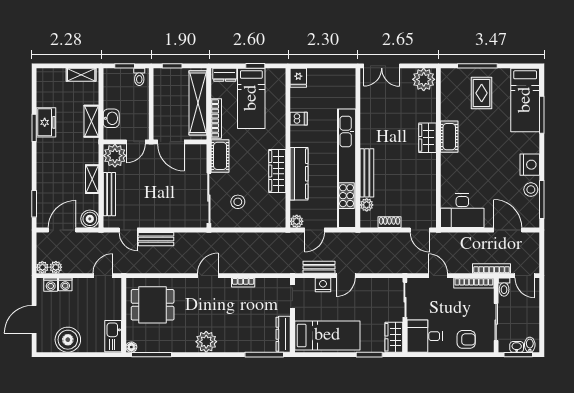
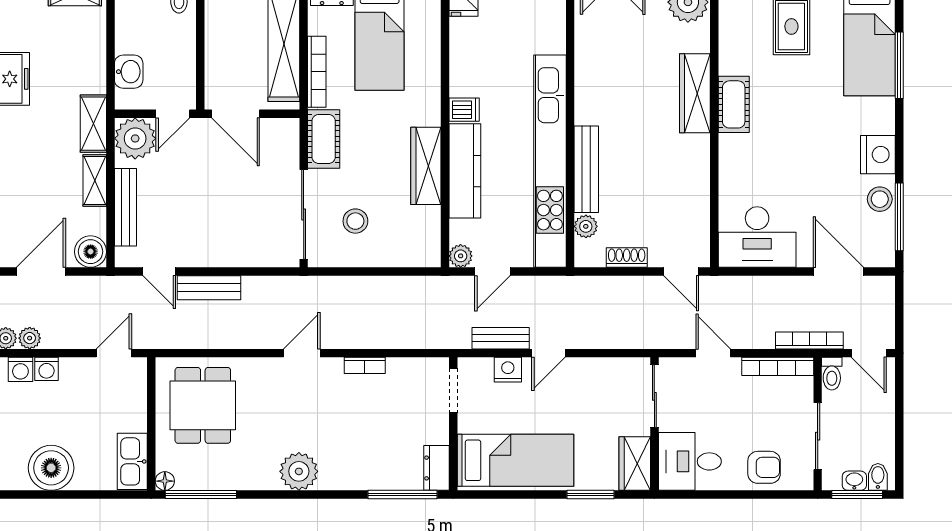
dishwasher: (299, 119) -> (464, 110), moved
shelving: (91, 121) -> (93, 124), moved
wardrobe: (428, 138) -> (695, 93), width x1.50
dining table: (153, 305) -> (203, 405), turned 90
dresser: (283, 334) -> (436, 468), width x0.70

